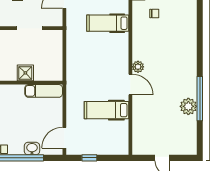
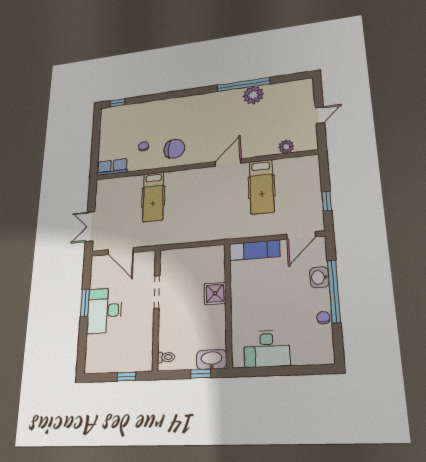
chair: (148, 40) -> (174, 149), added
plant: (138, 67) -> (286, 147), moved
exam couch: (44, 91) -> (254, 250), moved, turned 90
door: (64, 138) -> (301, 236), hinge flipped

